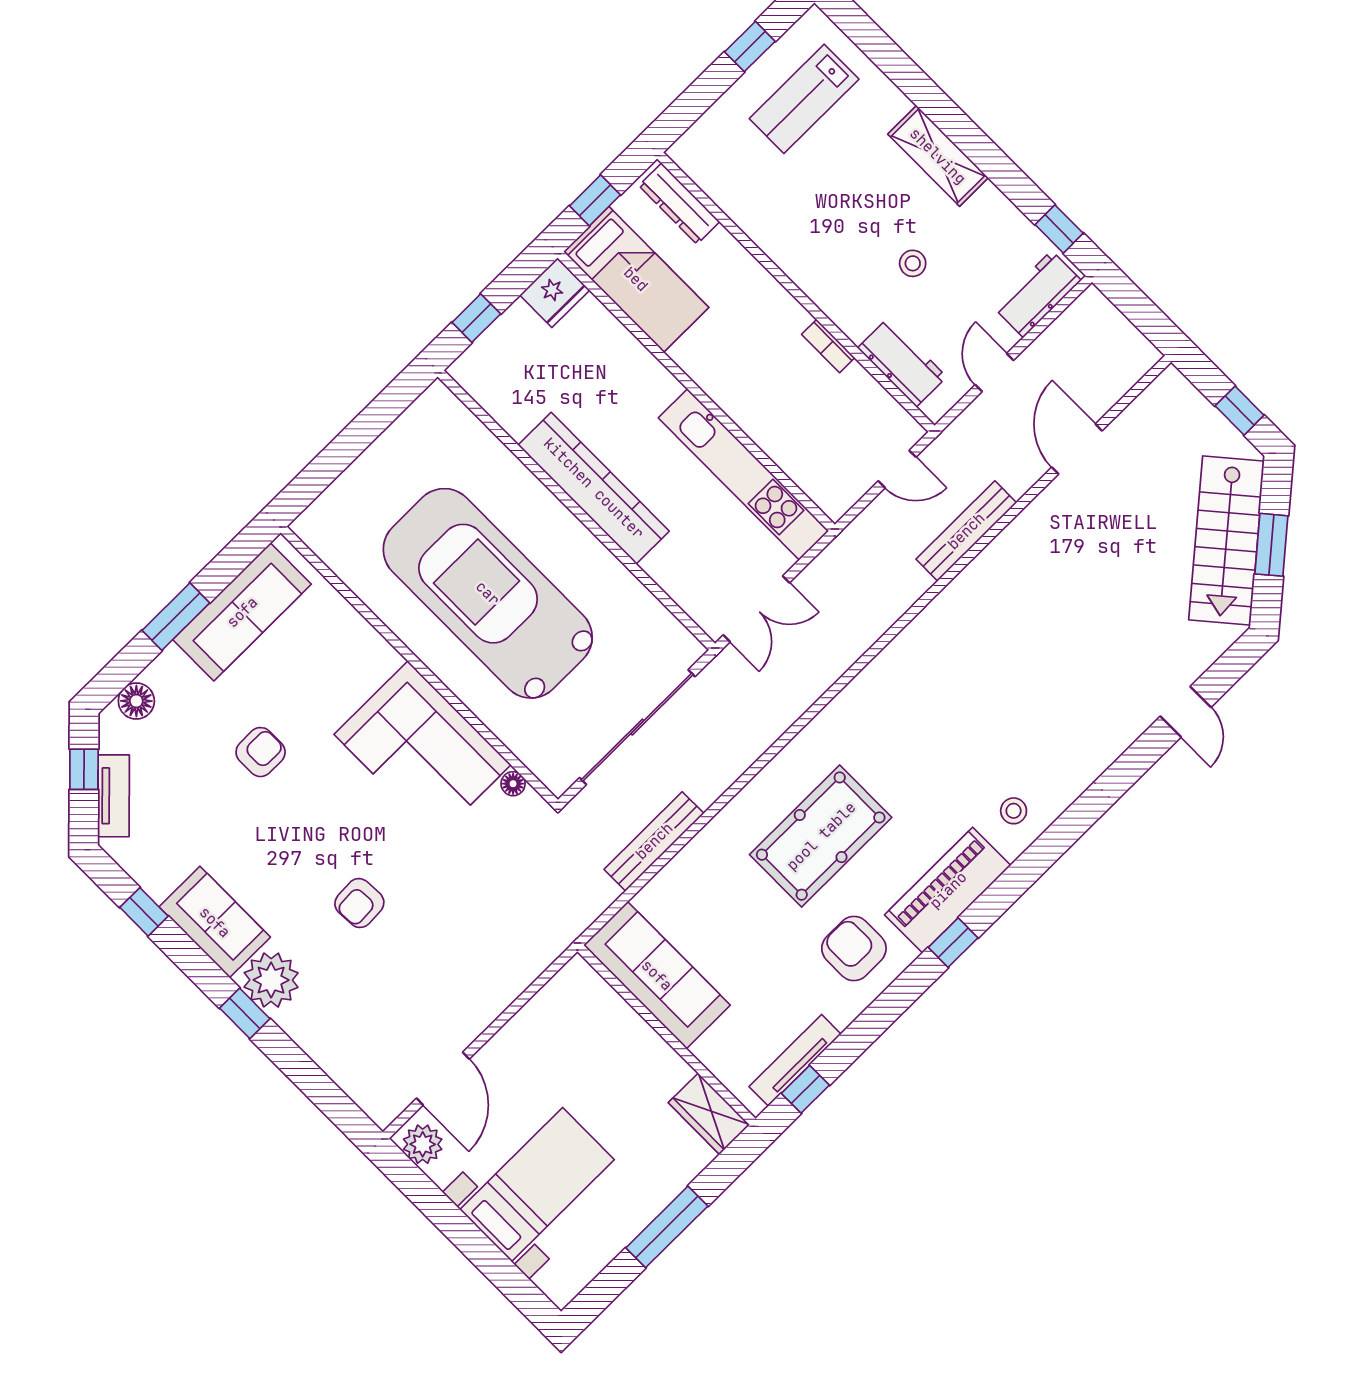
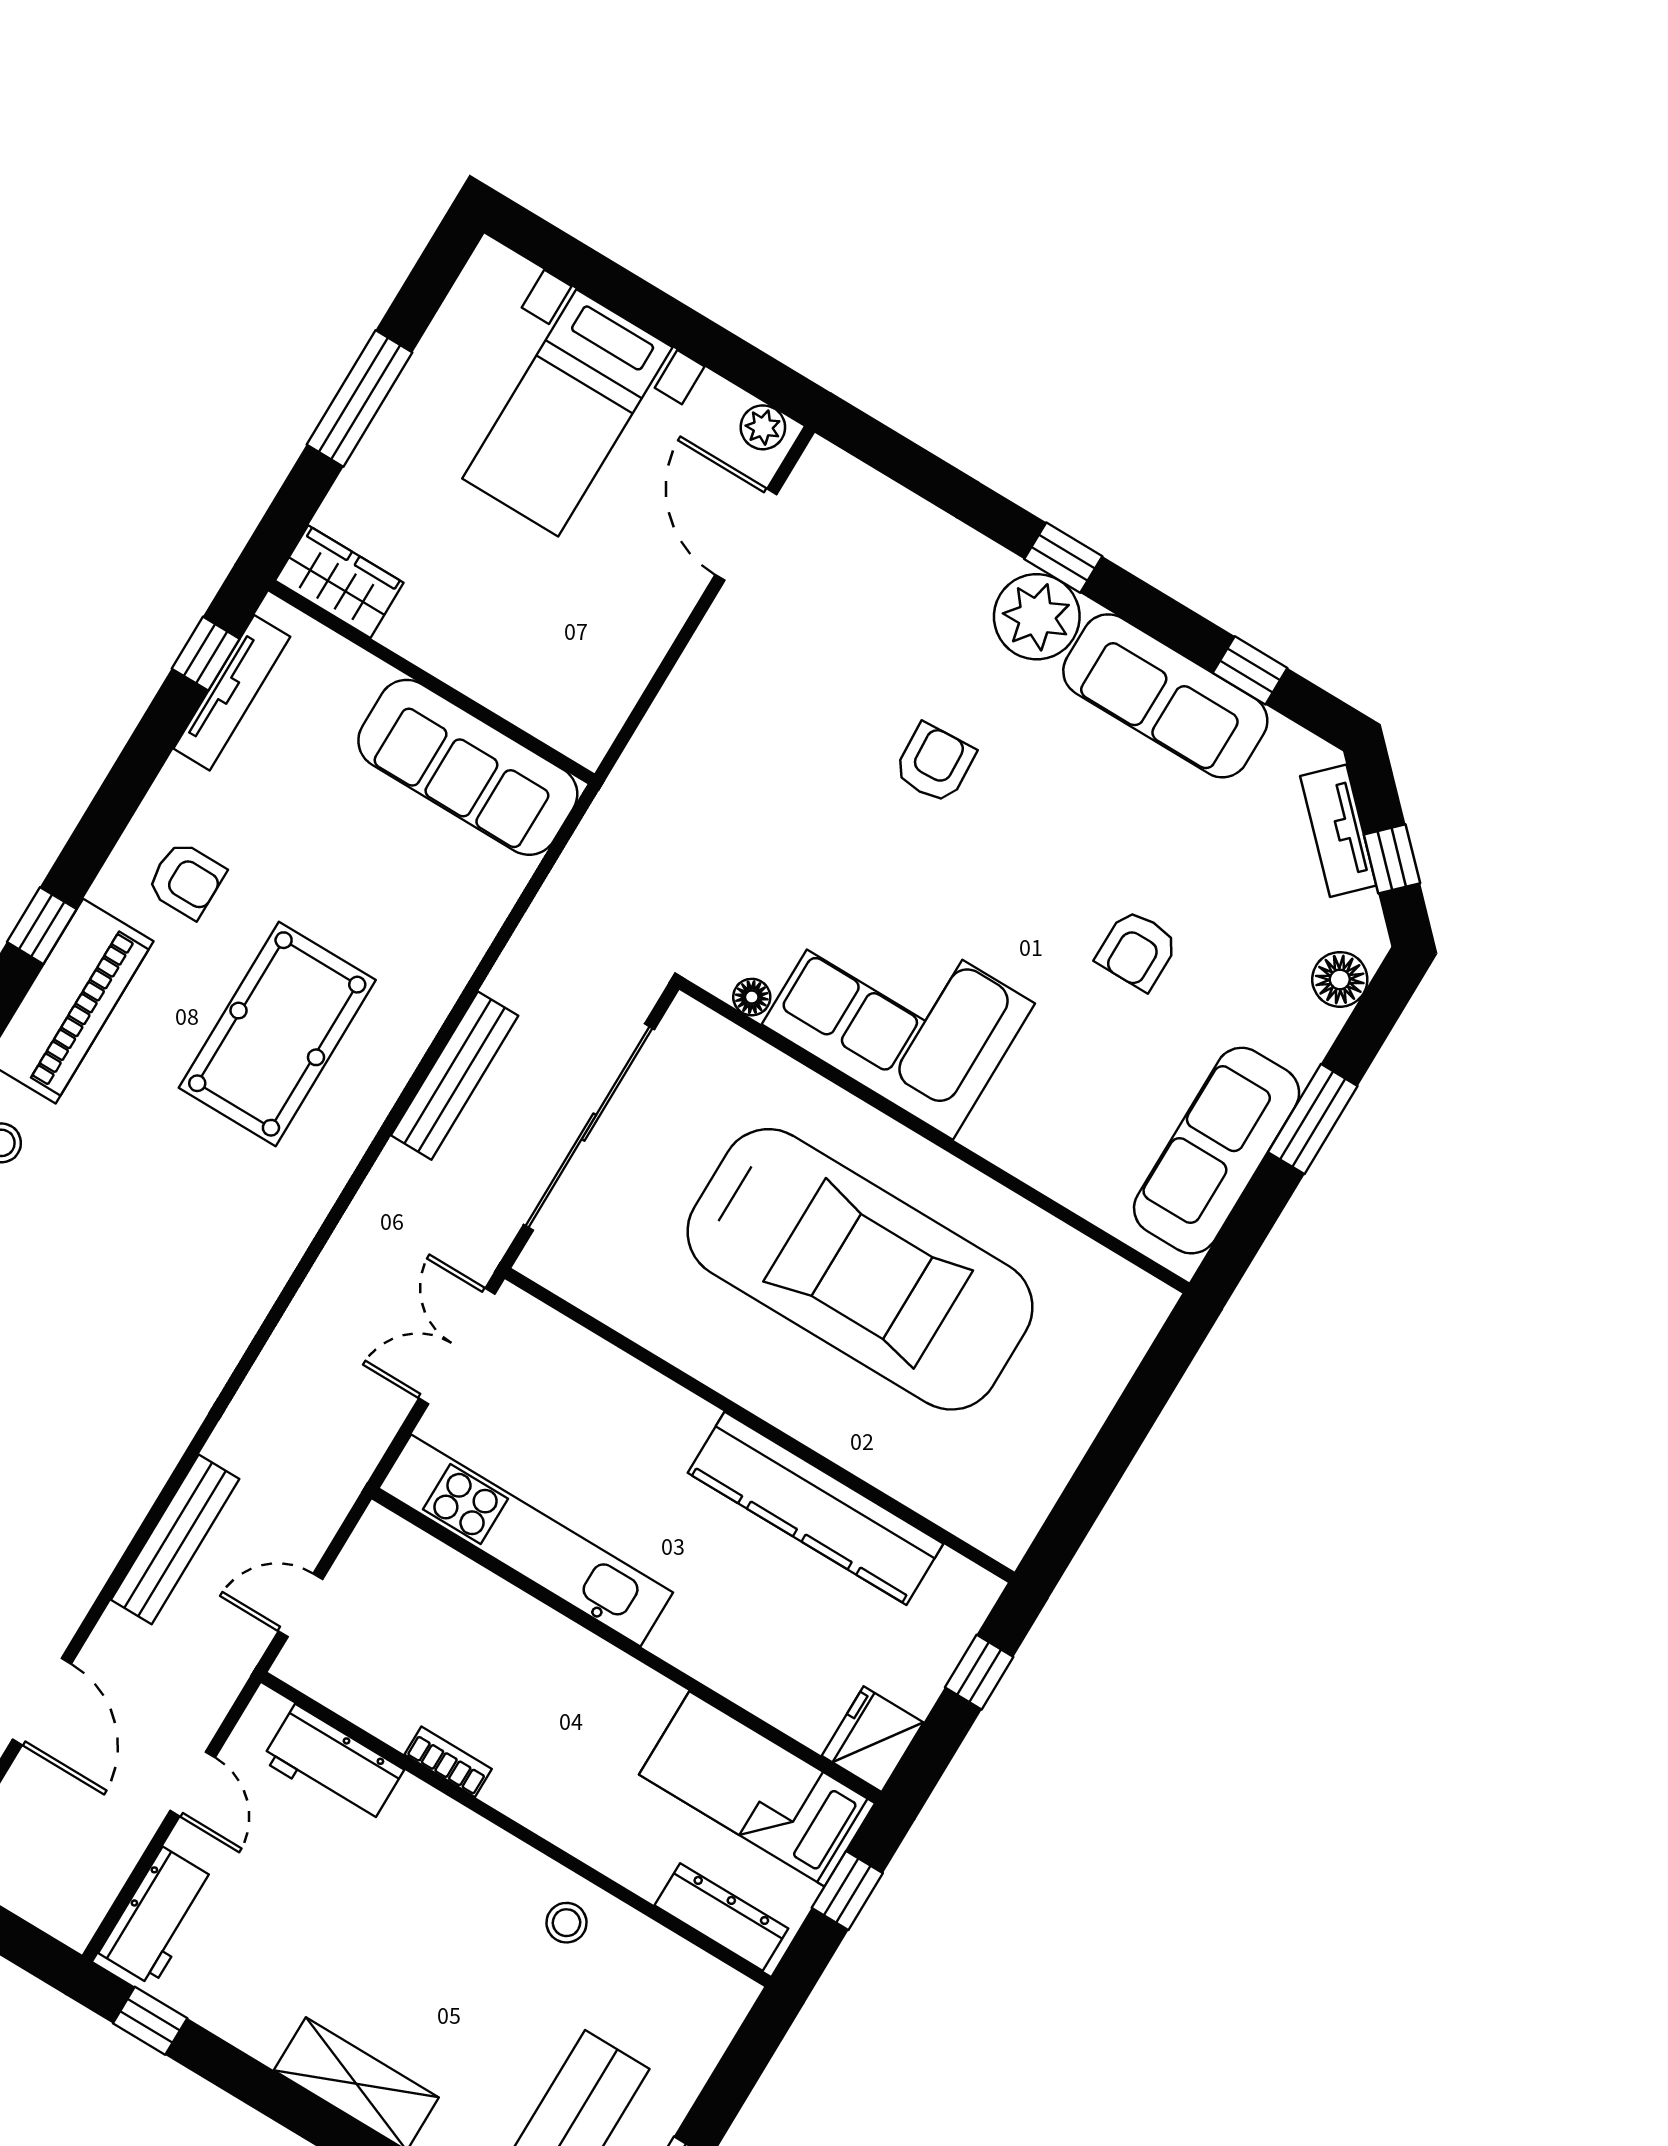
stool: (913, 263) -> (566, 1923), moved
kitchen counter: (594, 488) -> (816, 1508), moved
bench: (654, 841) -> (455, 1076), moved
sofa: (215, 922) -> (1165, 696), width x1.36
armchair: (854, 948) -> (186, 880), width x0.72, depth x0.72
plant: (423, 1144) -> (763, 427), width x0.73, depth x0.73

